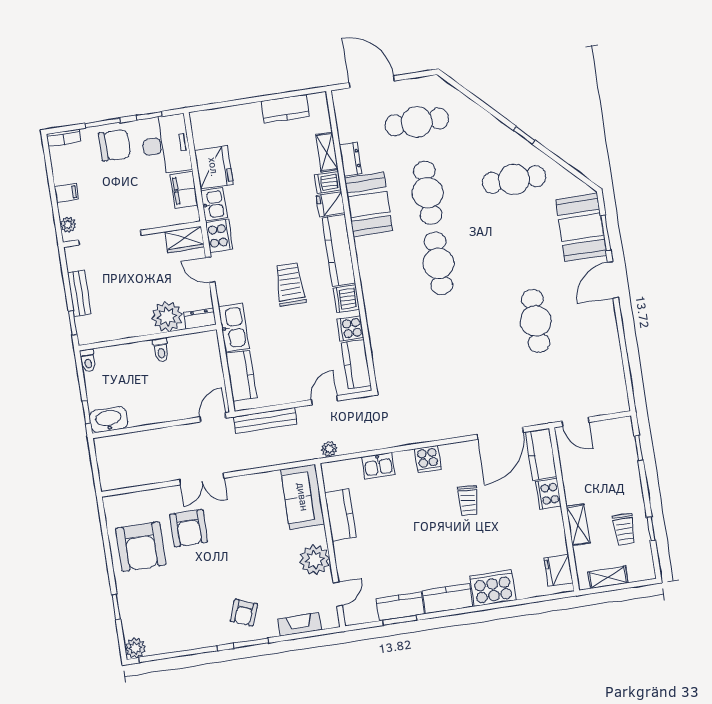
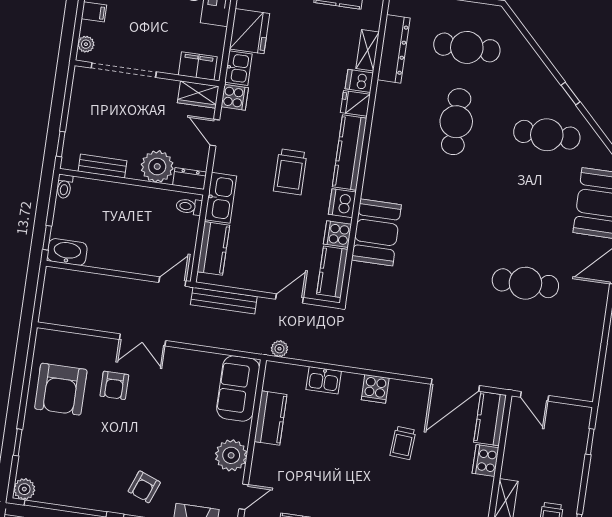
dresser: (351, 159) -> (394, 49), width x1.96, depth x1.24
filing cabinet: (184, 190) -> (198, 66), moved, turned 90
booth: (368, 204) -> (376, 232), moved
cooker: (219, 236) -> (235, 97), width x0.73
cafe table: (438, 263) -> (445, 196), removed
trolley: (290, 284) -> (290, 172), turned 180
bench: (79, 293) -> (103, 166), moved, turned 90
cafe table: (536, 321) -> (525, 283), turned 90
toilet: (161, 350) -> (189, 207), moved, turned 90
armchair: (189, 528) -> (114, 385), width x0.72, depth x0.72

